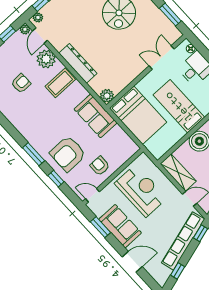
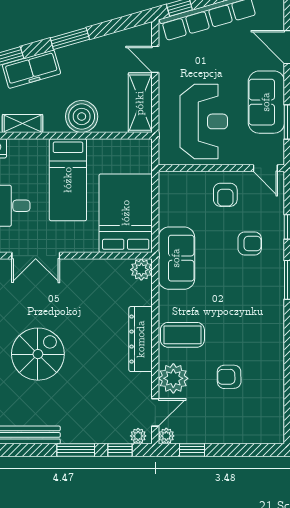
armchair: (68, 154) -> (250, 244), width x0.53, depth x0.53
reception desk: (141, 191) -> (204, 121), turned 180

